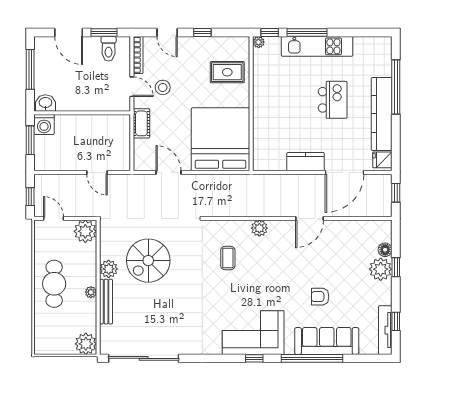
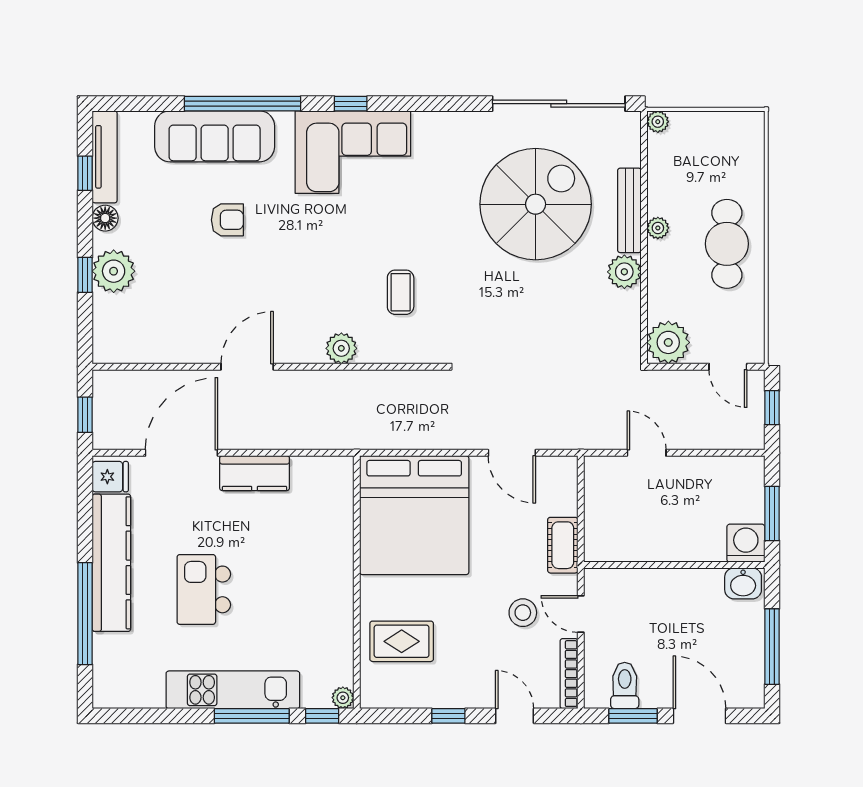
floor lamp: (385, 250) -> (105, 218), moved
spiral stairs: (148, 261) -> (536, 204), moved, width x1.37, depth x1.37
plant: (86, 344) -> (658, 122), width x0.53, depth x0.53

